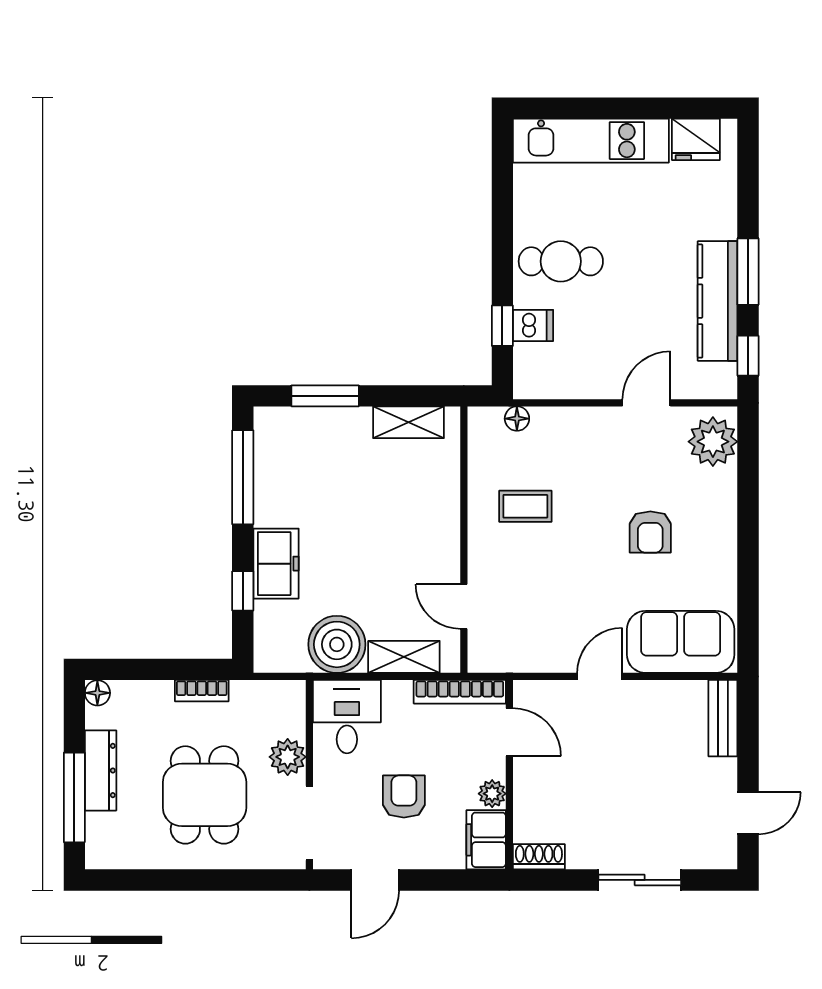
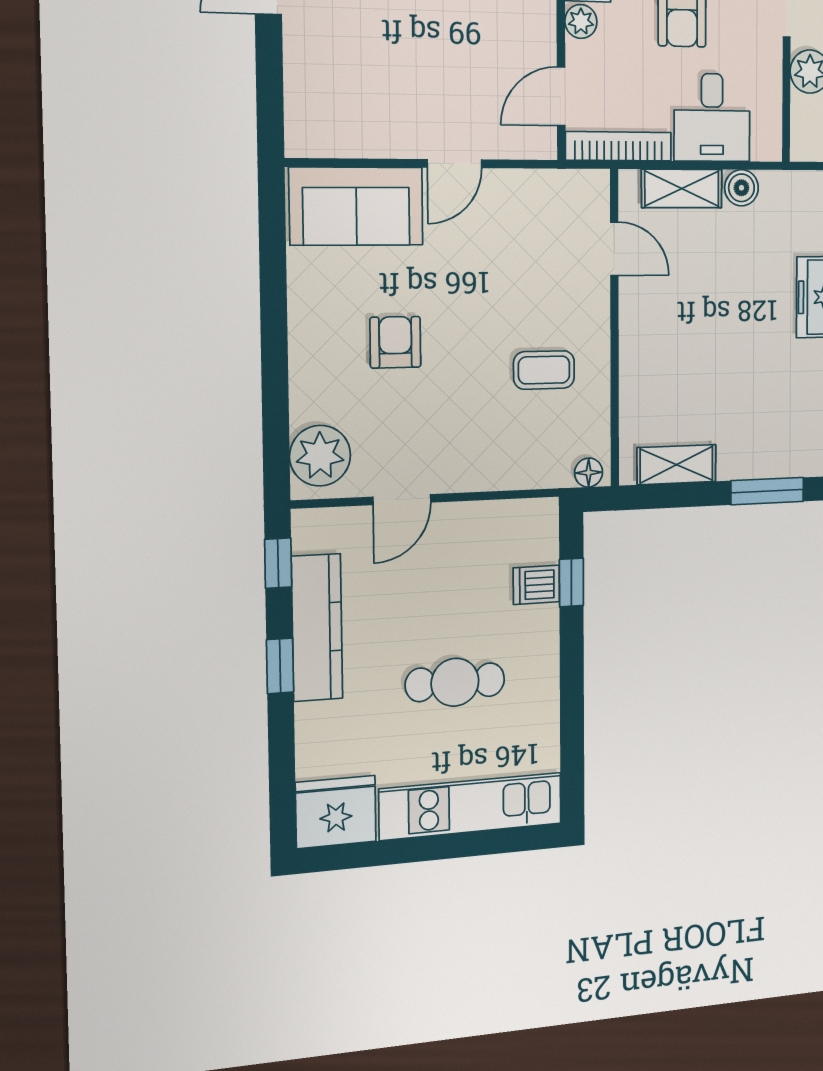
fridge: (696, 139) -> (336, 812), width x1.36, depth x1.34
cafe table: (561, 261) -> (455, 682), moved
window: (748, 272) -> (280, 666), width x0.67
floor lamp: (517, 419) -> (589, 473), moved
boiler: (337, 644) -> (741, 188), width x0.54, depth x0.54
desk: (347, 717) -> (712, 118), moved
bench: (723, 718) -> (302, 110), removed
door: (509, 732) -> (561, 96), hinge flipped

